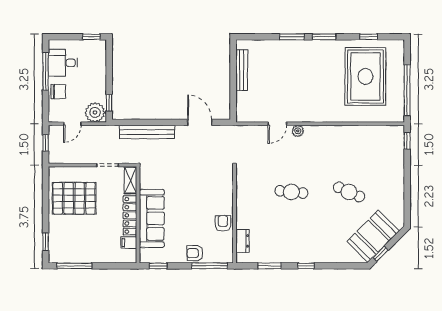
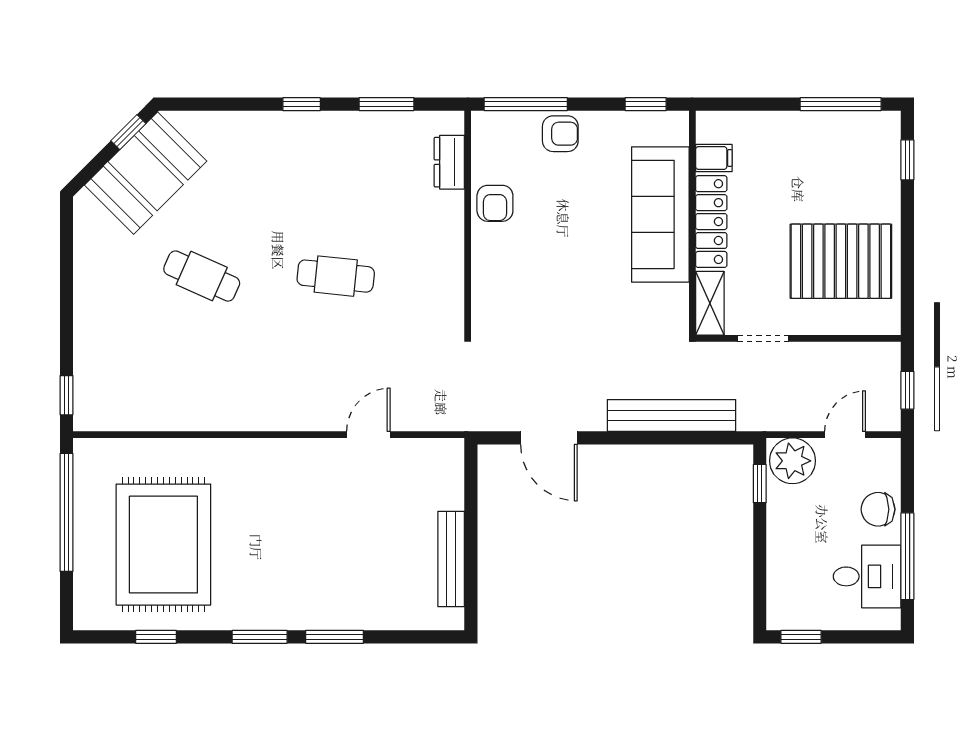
plant: (298, 131) -> (321, 418), removed

